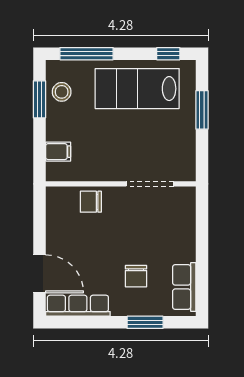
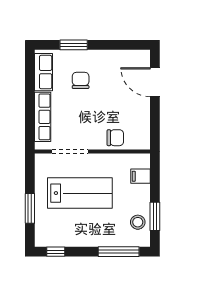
lab bench: (137, 89) -> (80, 193), moved
row of seats: (78, 306) -> (43, 117), moved, turned -90

